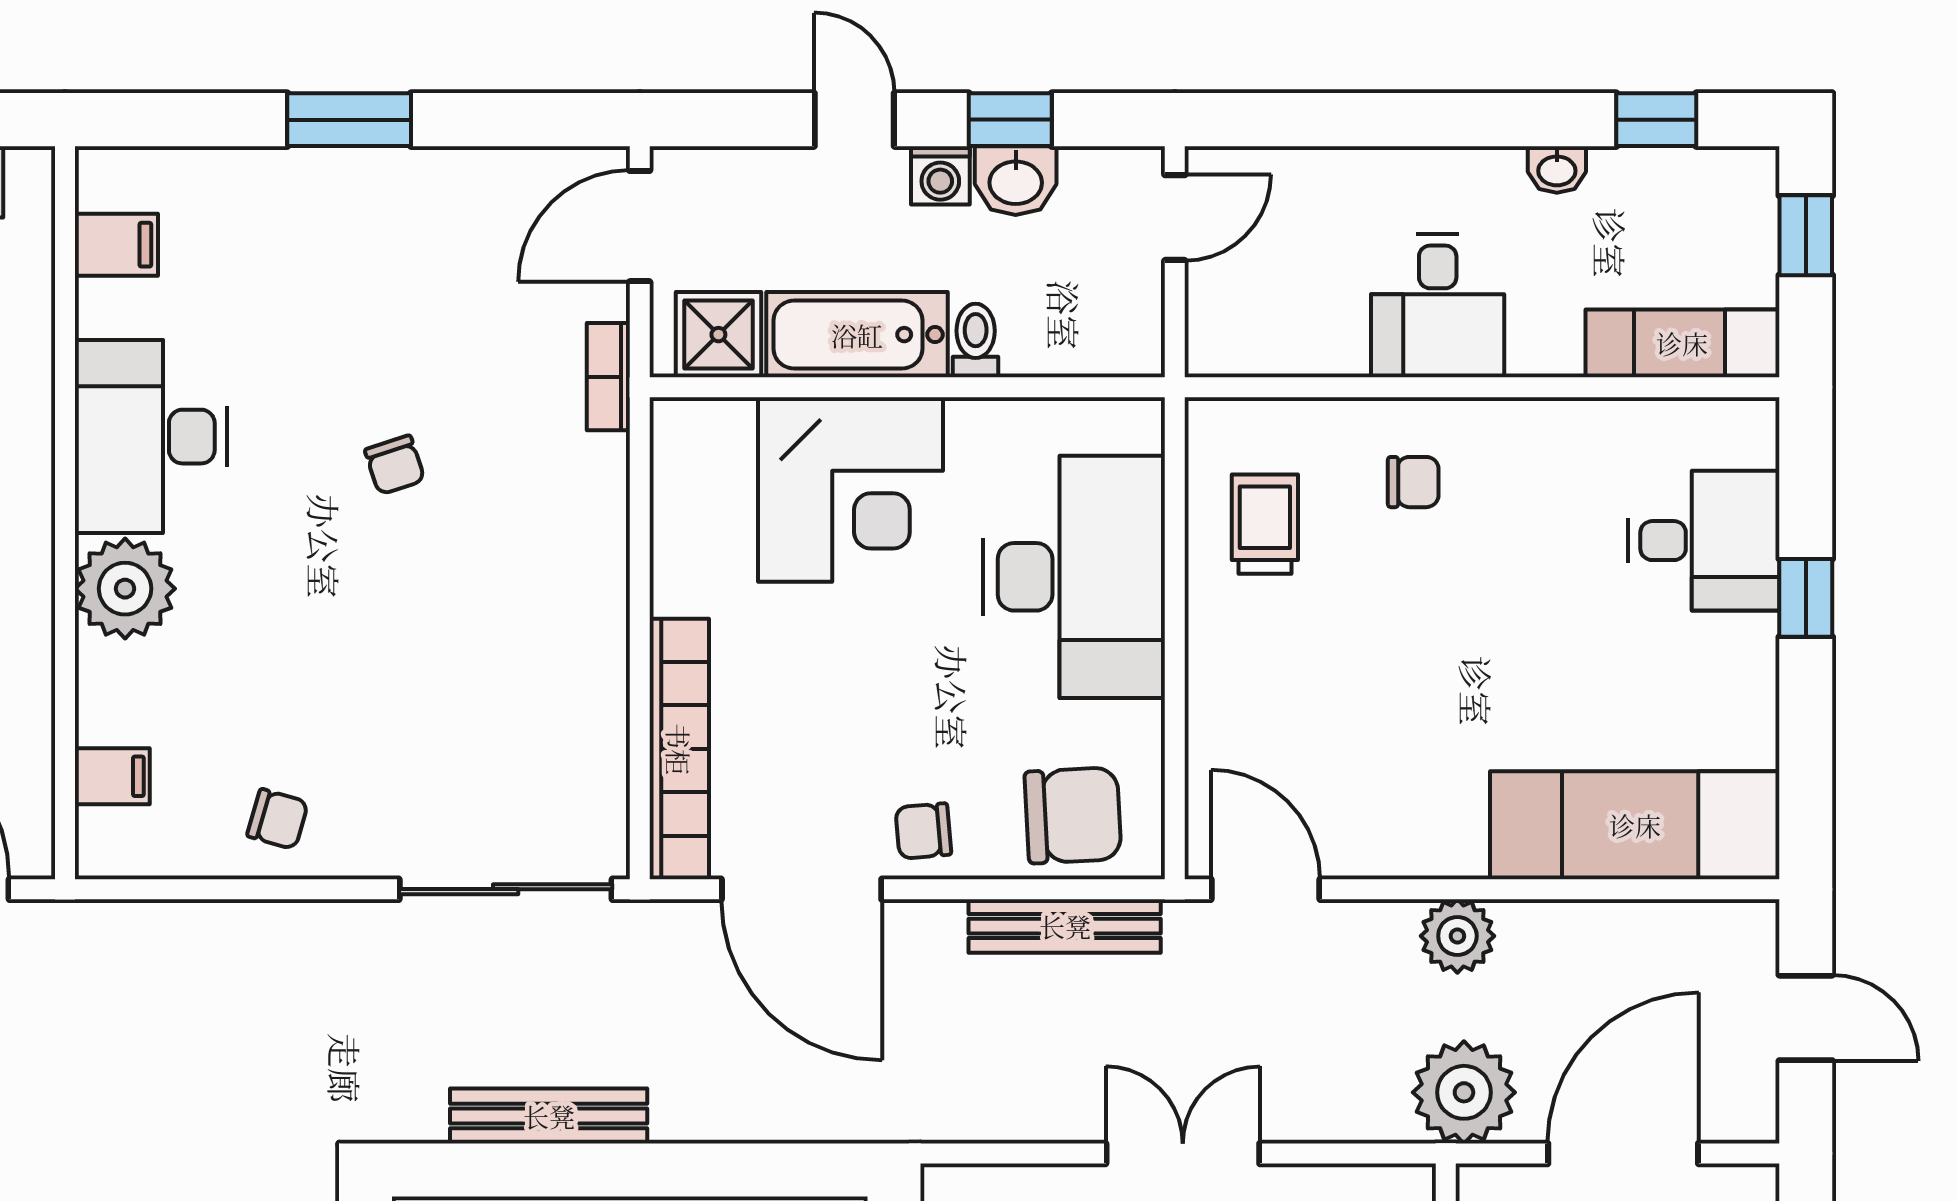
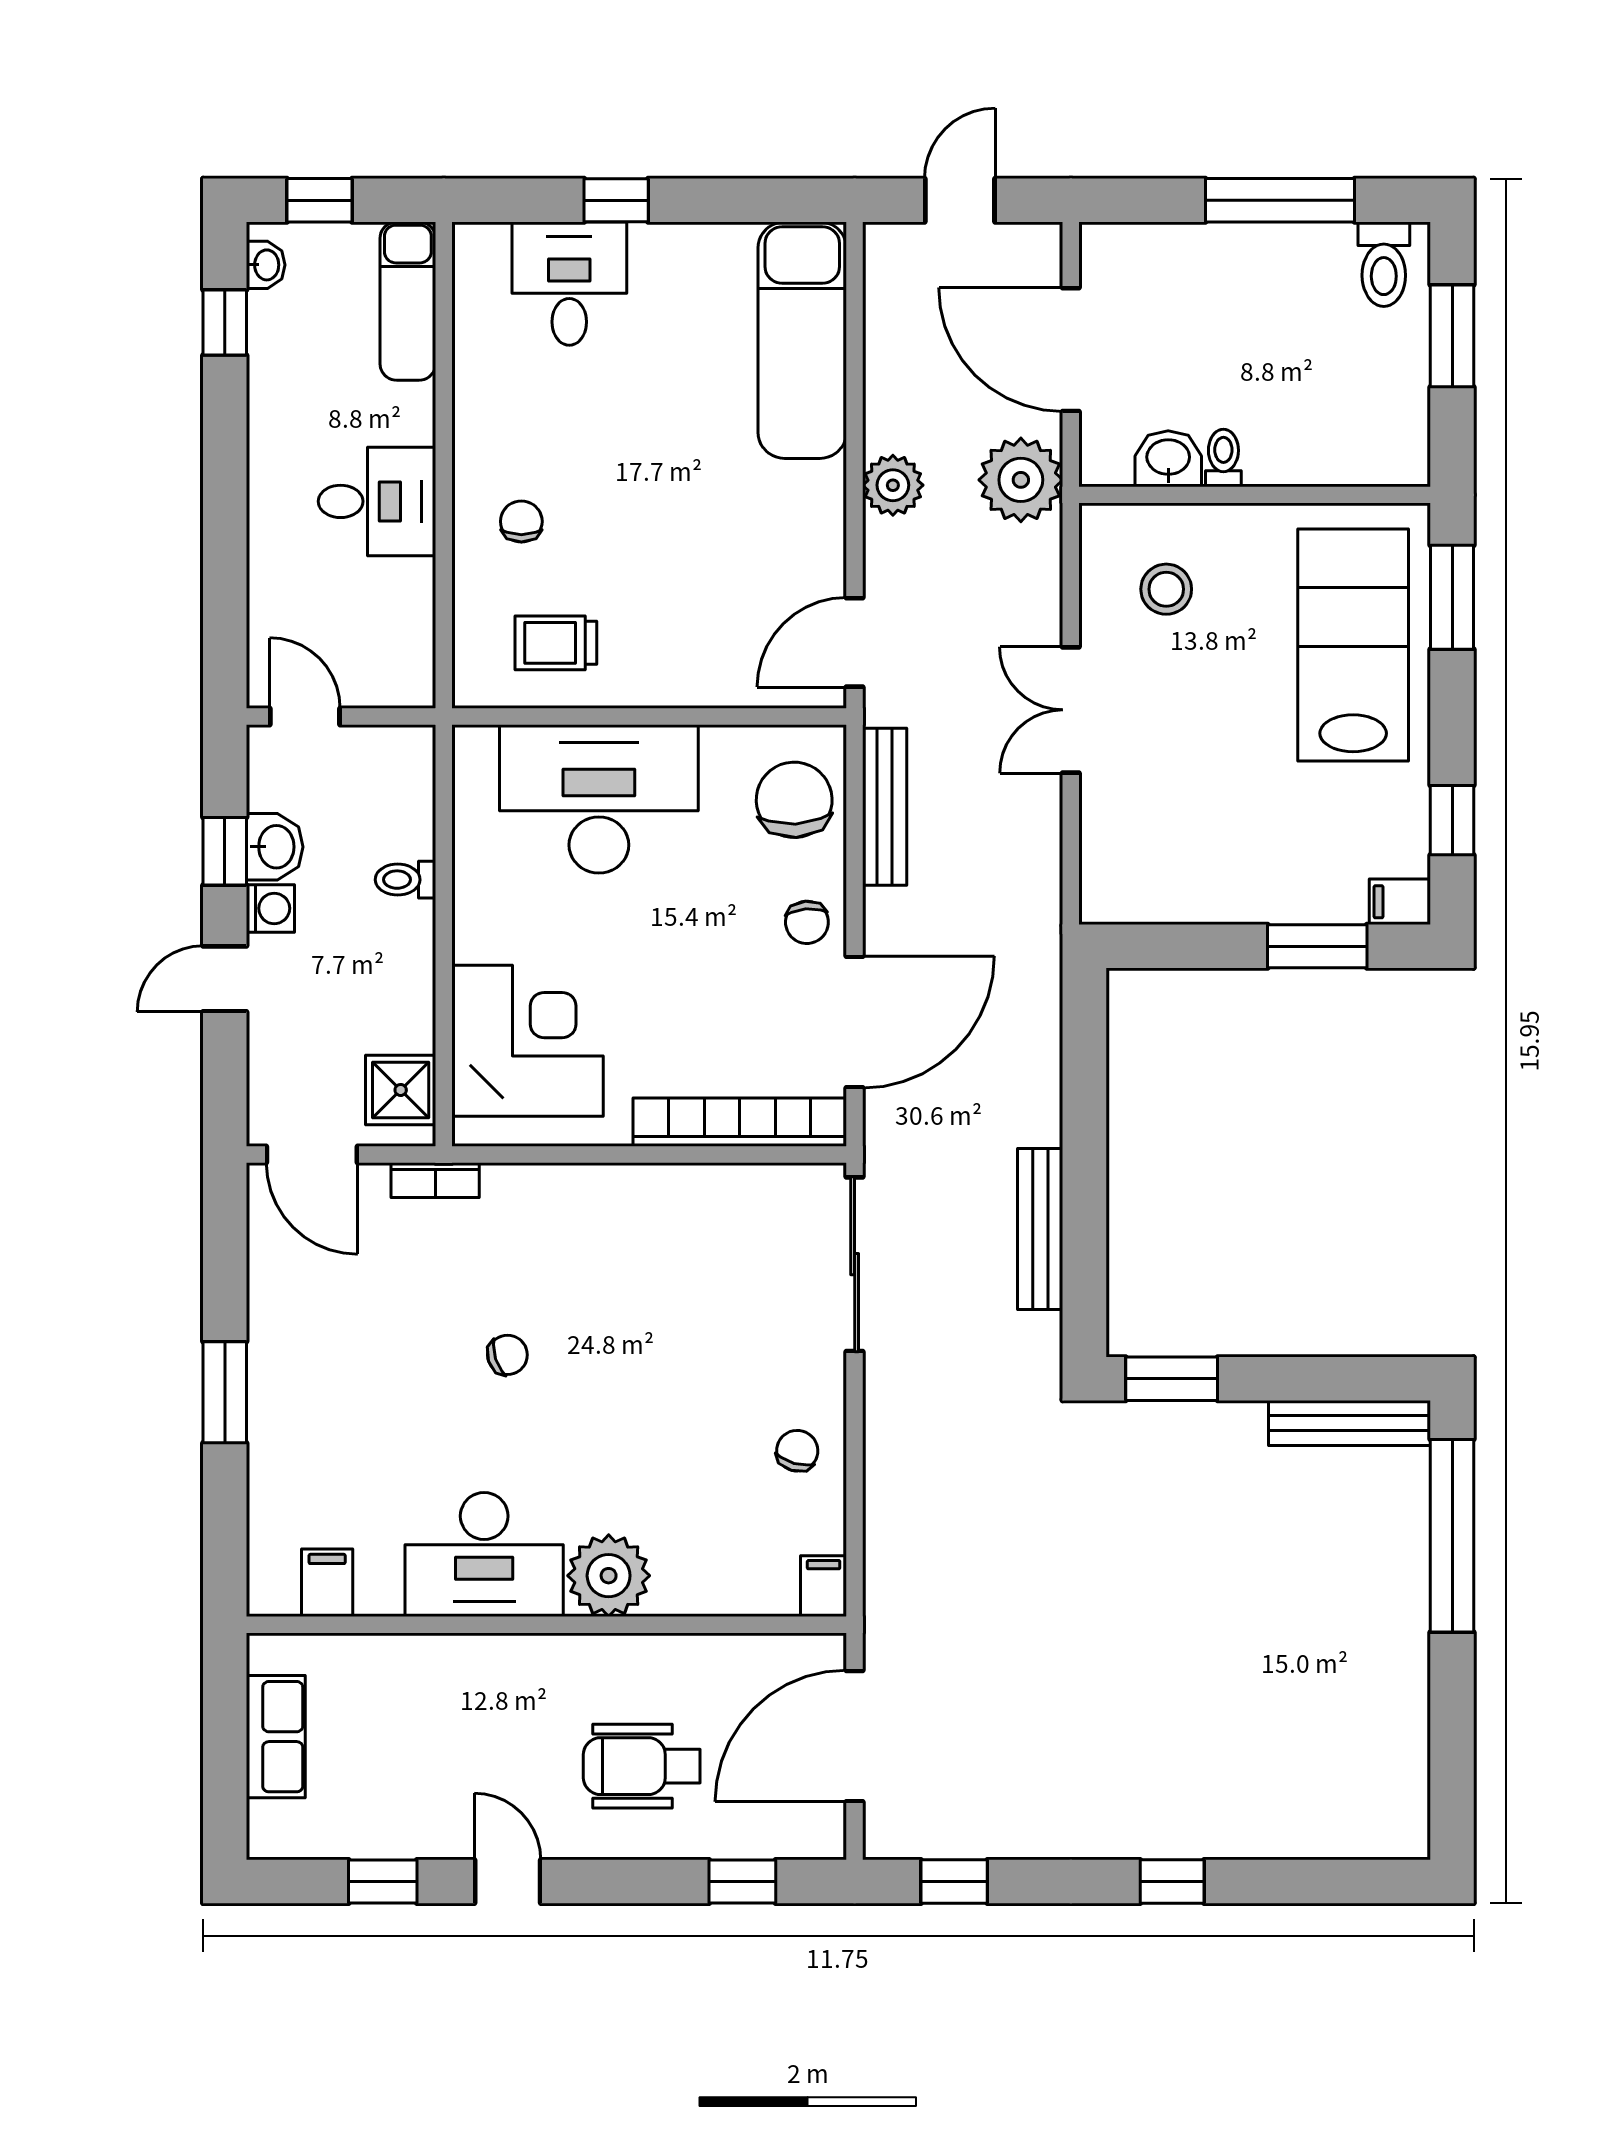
washbasin: (1557, 169) -> (266, 265), moved
bathtub: (857, 335) -> (401, 977), removed
corner desk: (851, 489) -> (527, 1041), moved
filing cabinet: (112, 776) -> (824, 1586), moved

